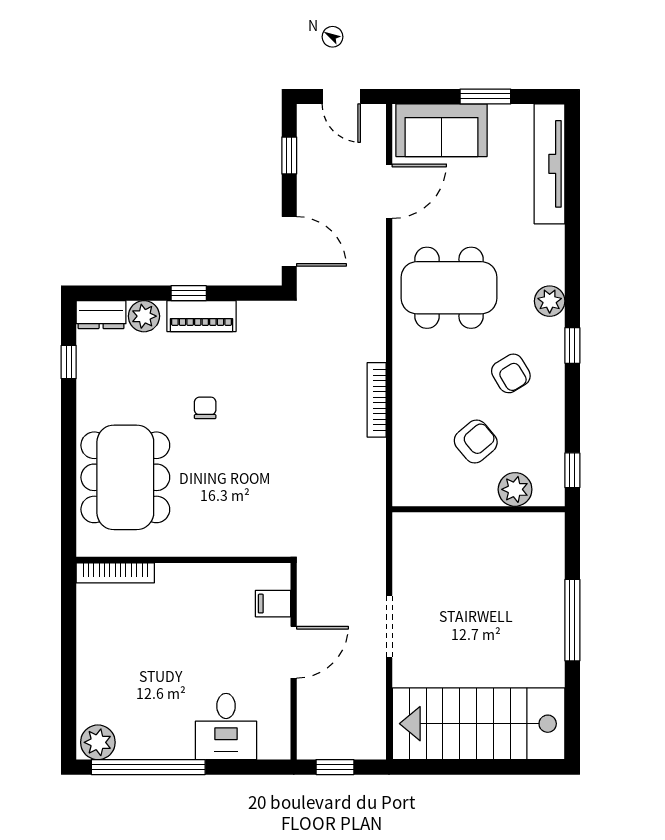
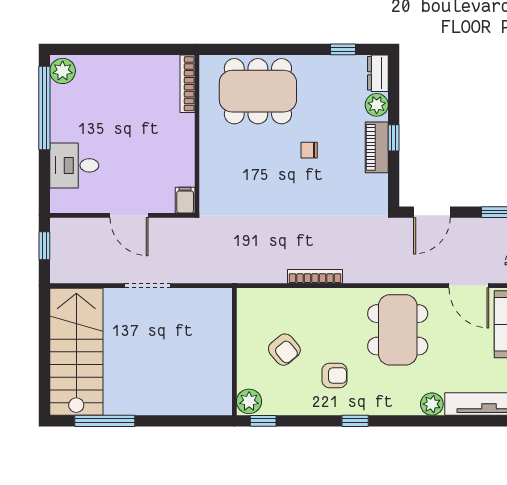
plant: (550, 301) -> (432, 404), moved
armchair: (511, 373) -> (335, 376), turned -149
chair: (205, 408) -> (309, 150), turned 180
plant: (515, 489) -> (249, 401), moved
filing cabinet: (273, 604) -> (185, 200), moved
window: (572, 620) -> (105, 421), moved

